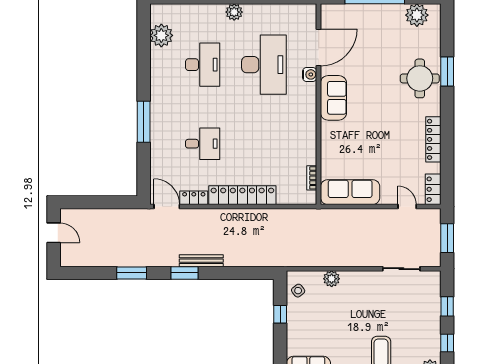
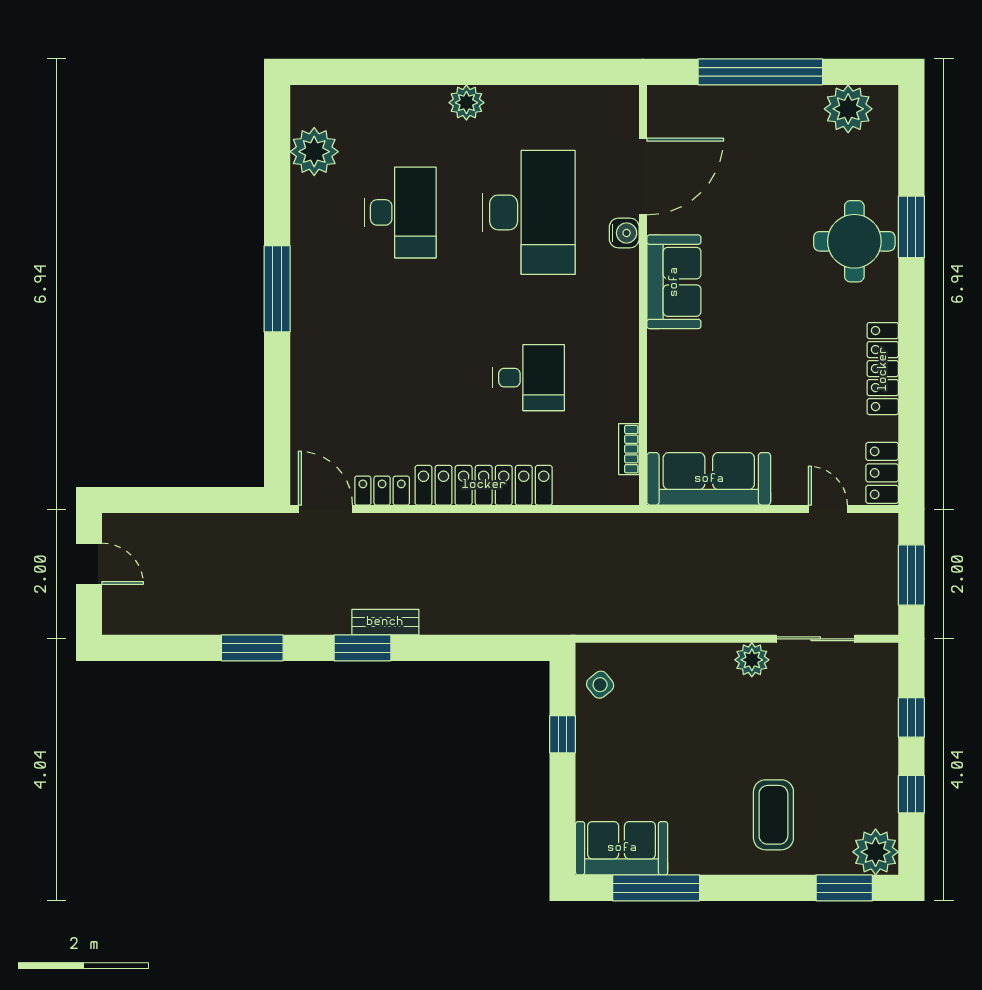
window: (144, 122) -> (277, 289), moved
desk: (203, 144) -> (529, 378), moved
bench: (201, 261) -> (385, 622), width x0.73
plant: (332, 279) -> (752, 660), moved

